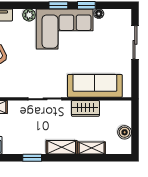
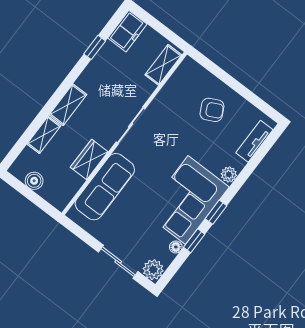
plant: (123, 17) -> (153, 270), added
window: (32, 158) -> (95, 47), moved

